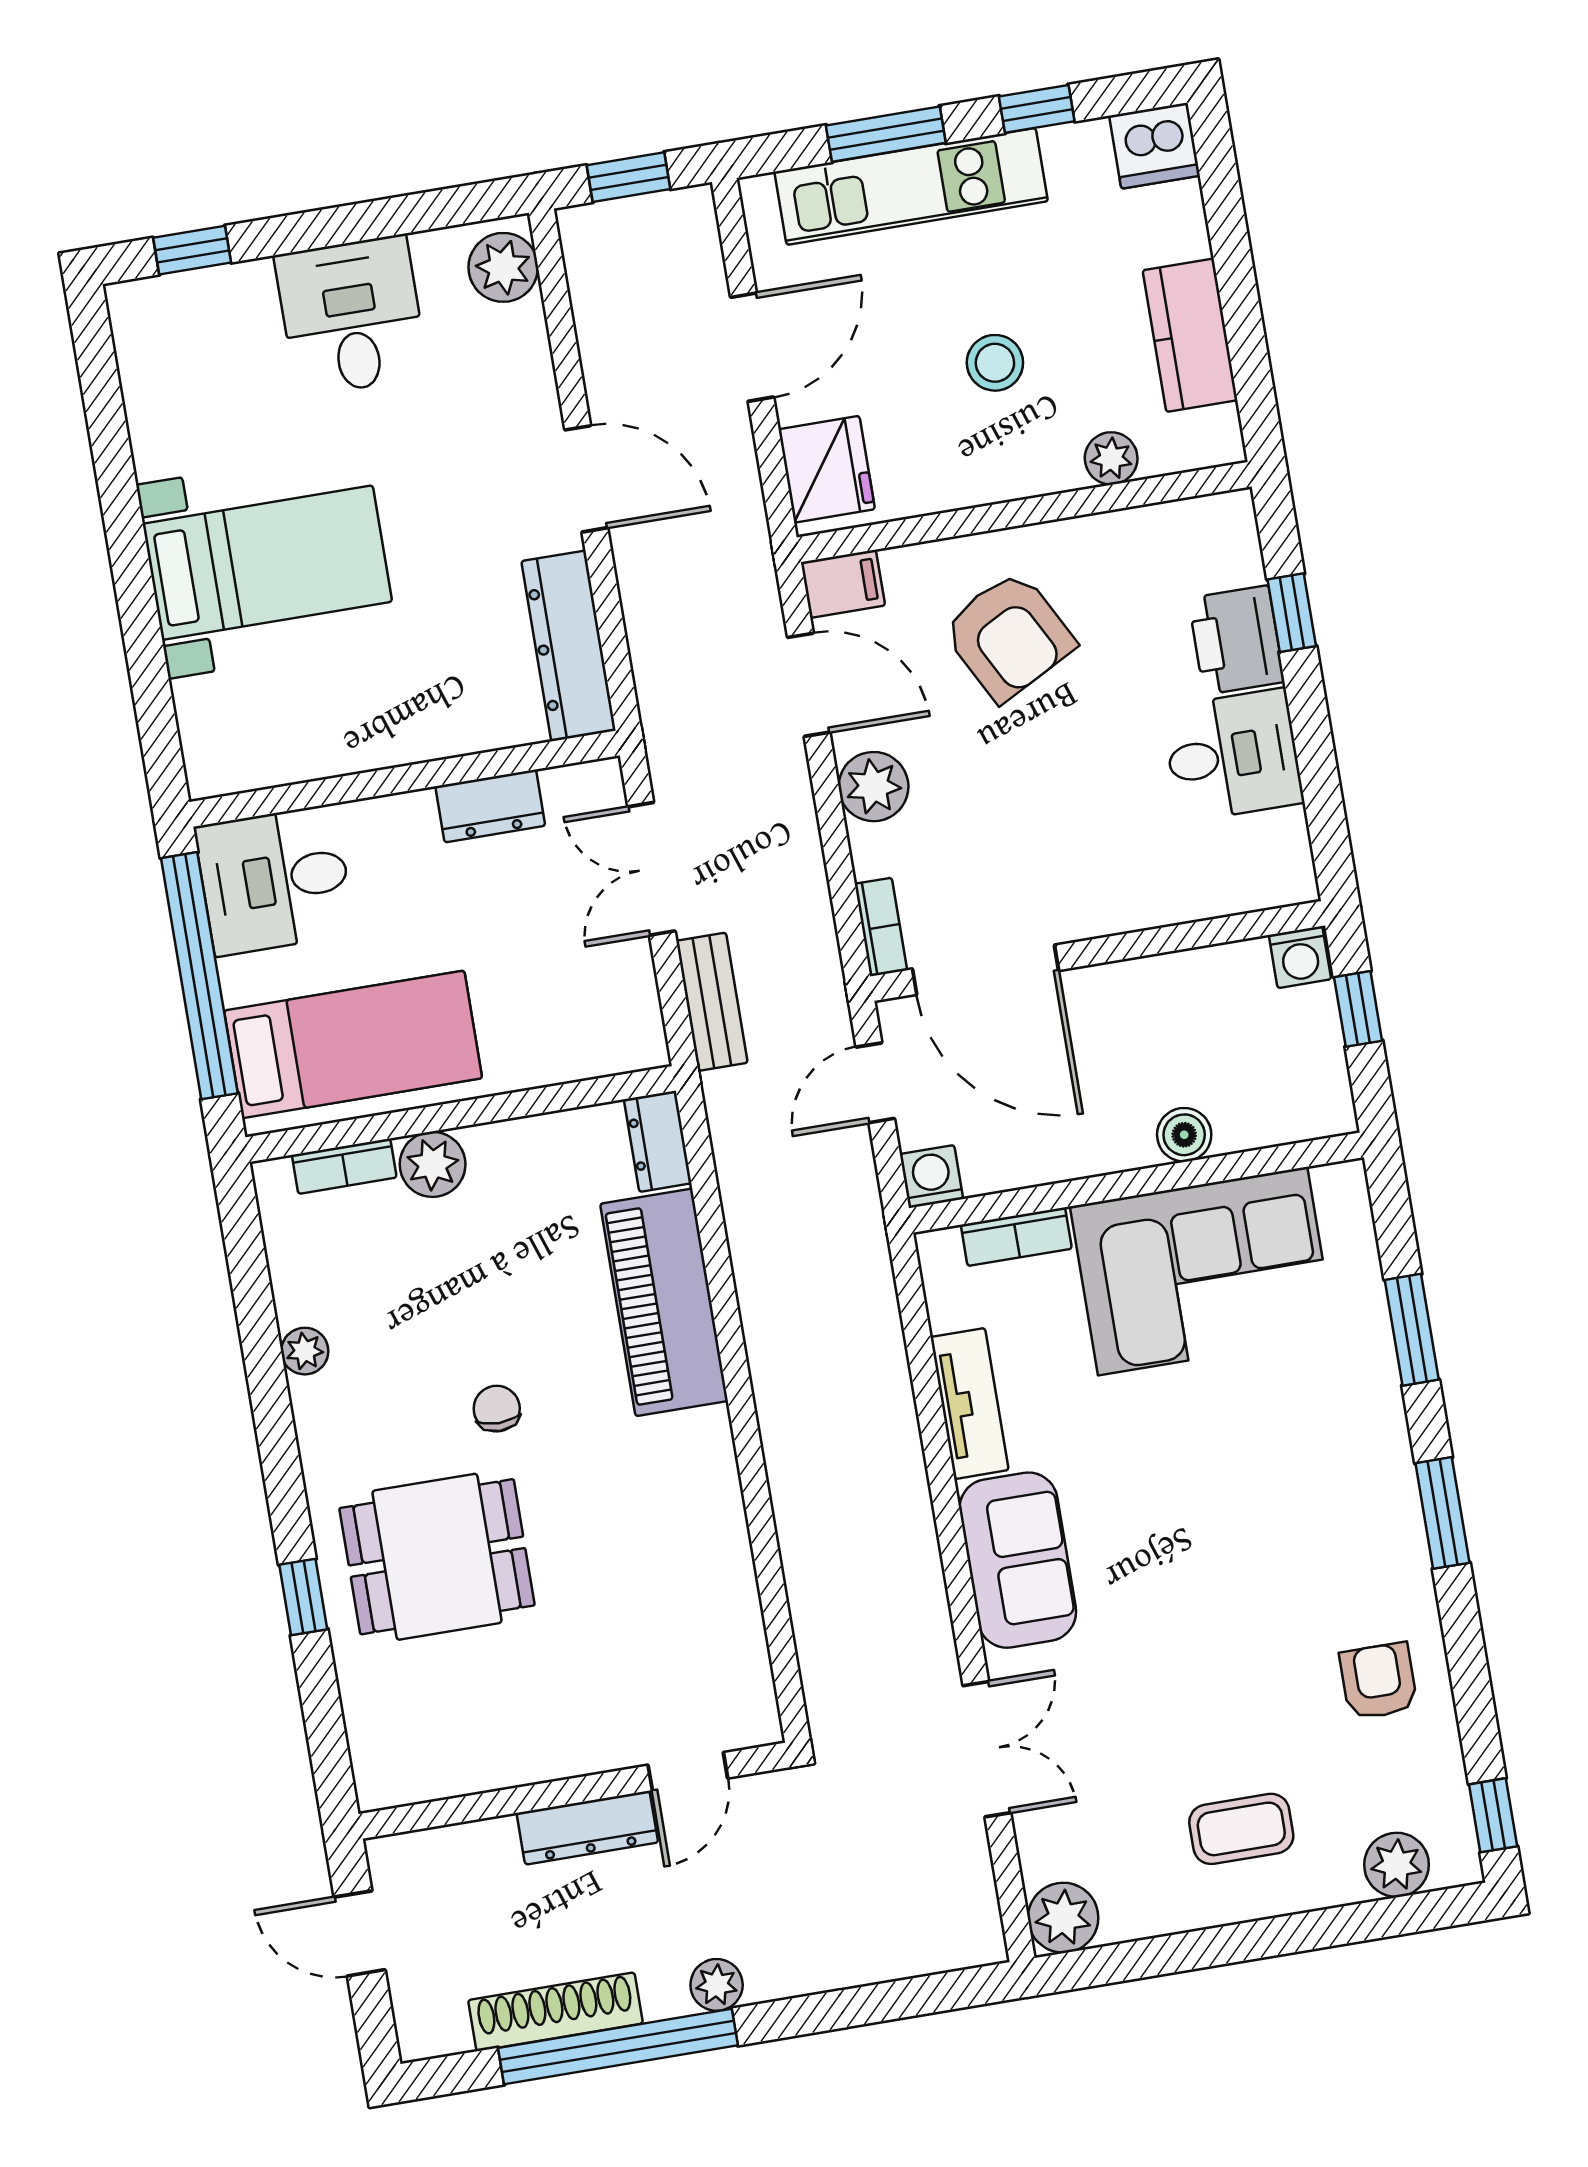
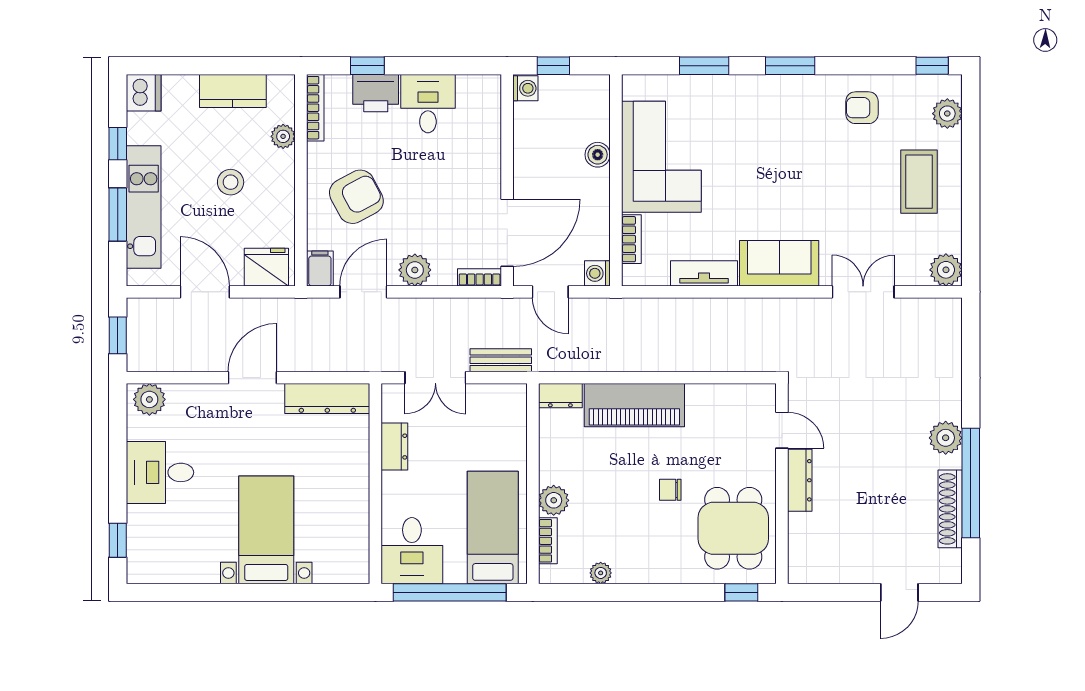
bookcase: (1184, 517) -> (315, 108), added
plant: (305, 1351) -> (601, 573), moved
door: (688, 1772) -> (782, 430), moved
wall: (574, 1791) -> (782, 484), moved
dresser: (587, 1828) -> (800, 480), moved
coffee table: (1241, 1829) -> (919, 182), width x1.36, depth x1.30
plant: (717, 1985) -> (946, 438), width x1.38, depth x1.38

